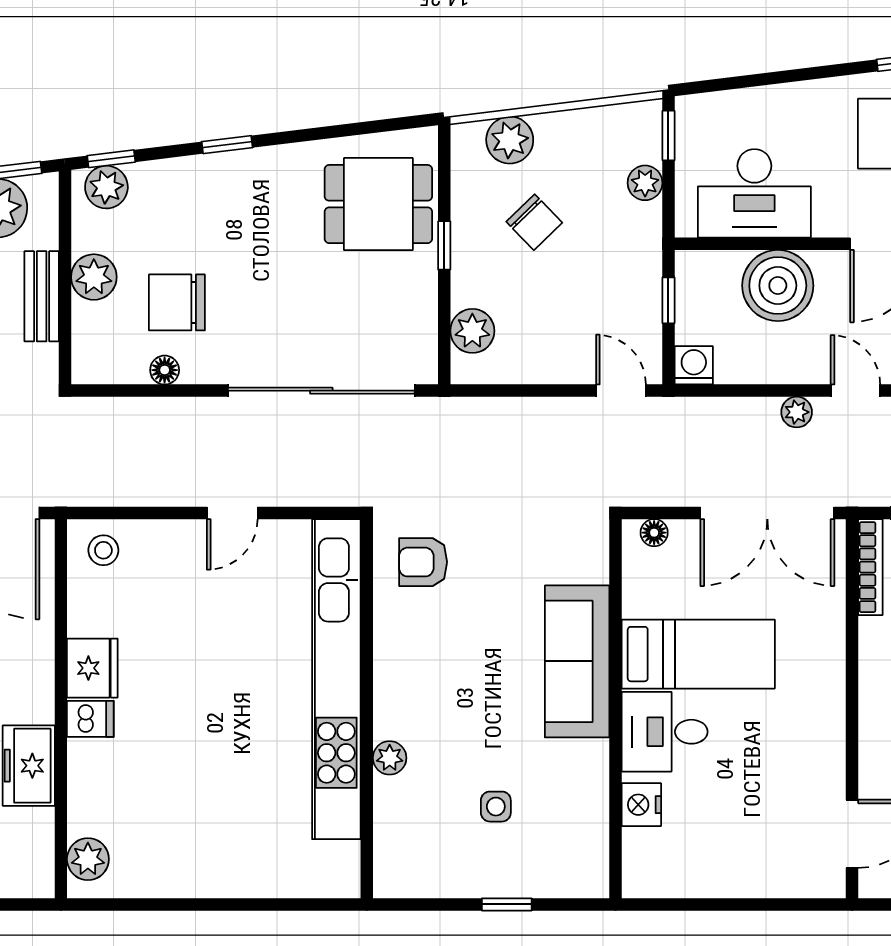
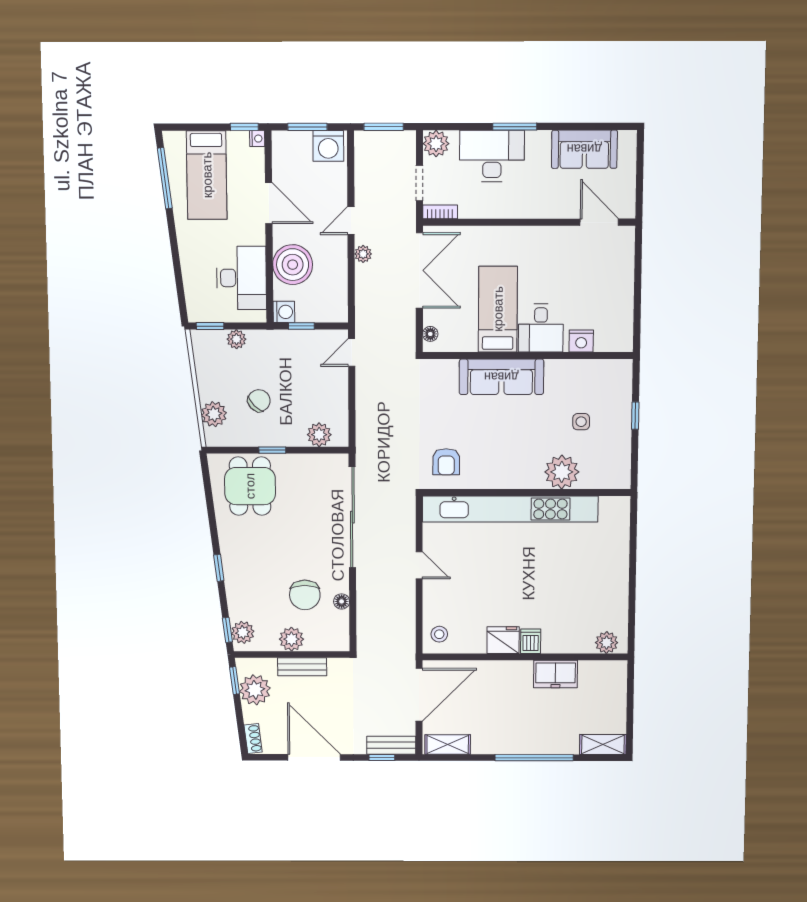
washing machine: (694, 365) -> (284, 312), moved, turned 180
bookcase: (870, 567) -> (440, 212), width x0.64
plant: (390, 758) -> (562, 472), width x1.88, depth x1.88

